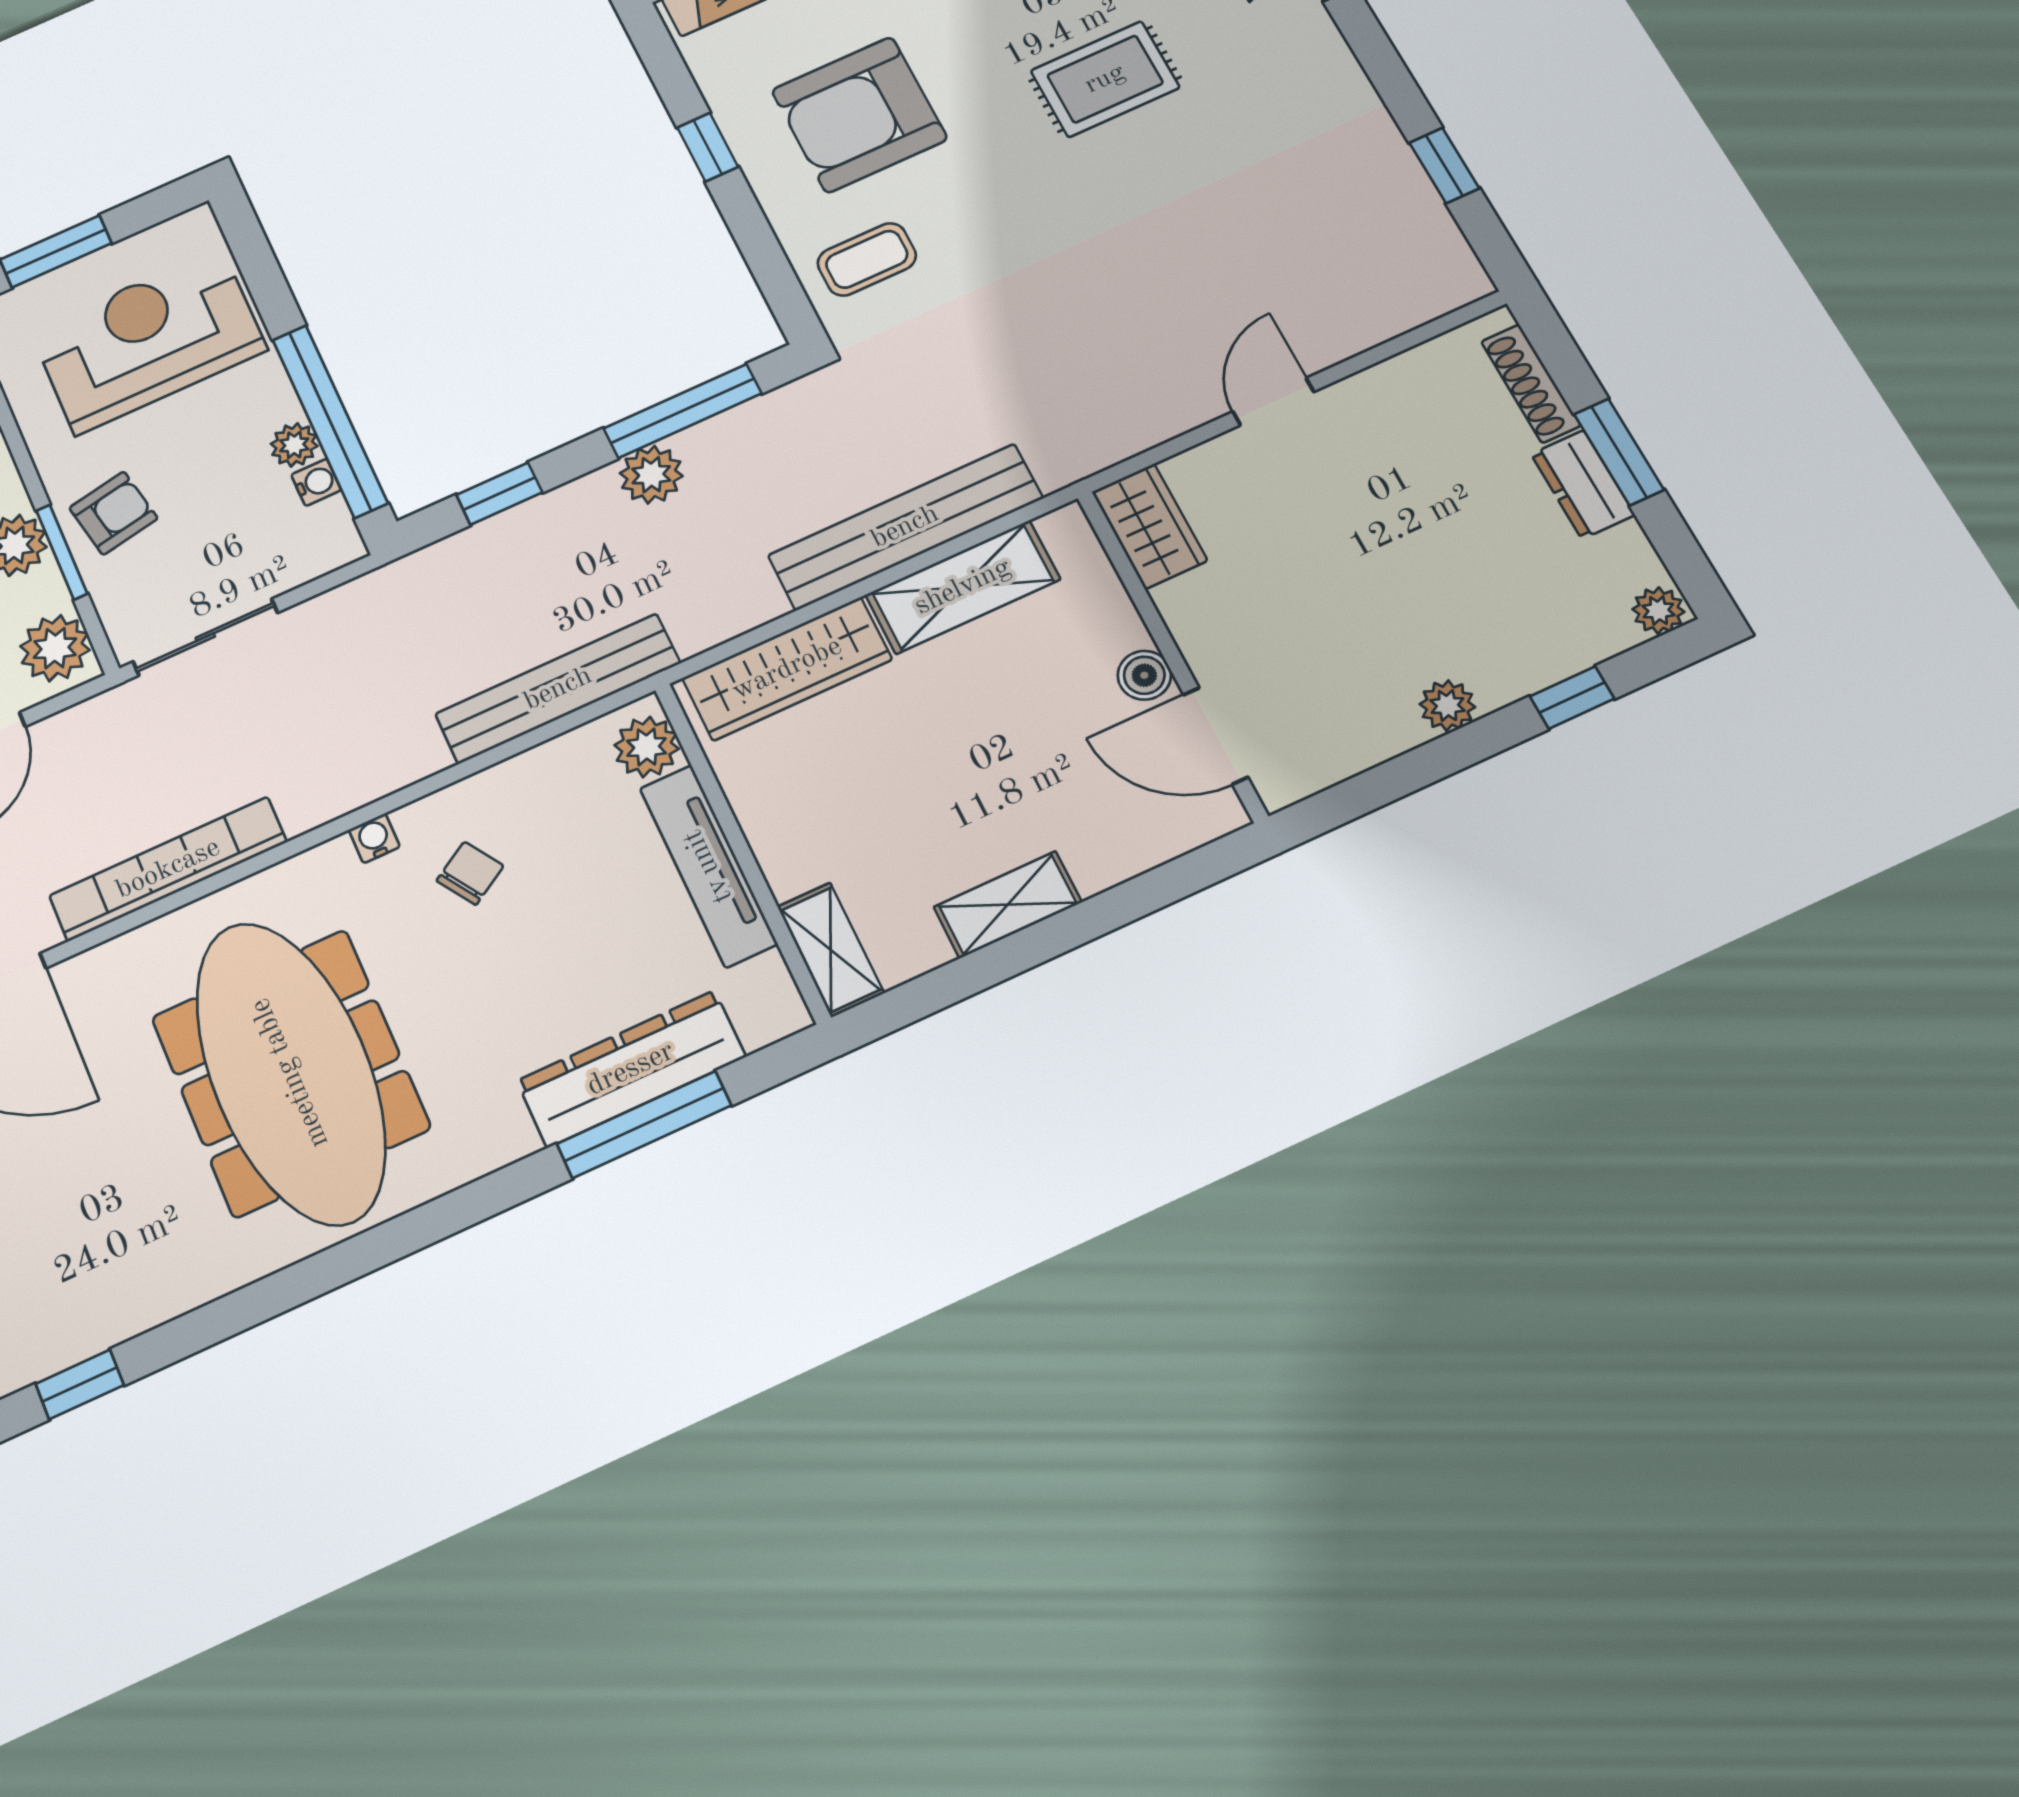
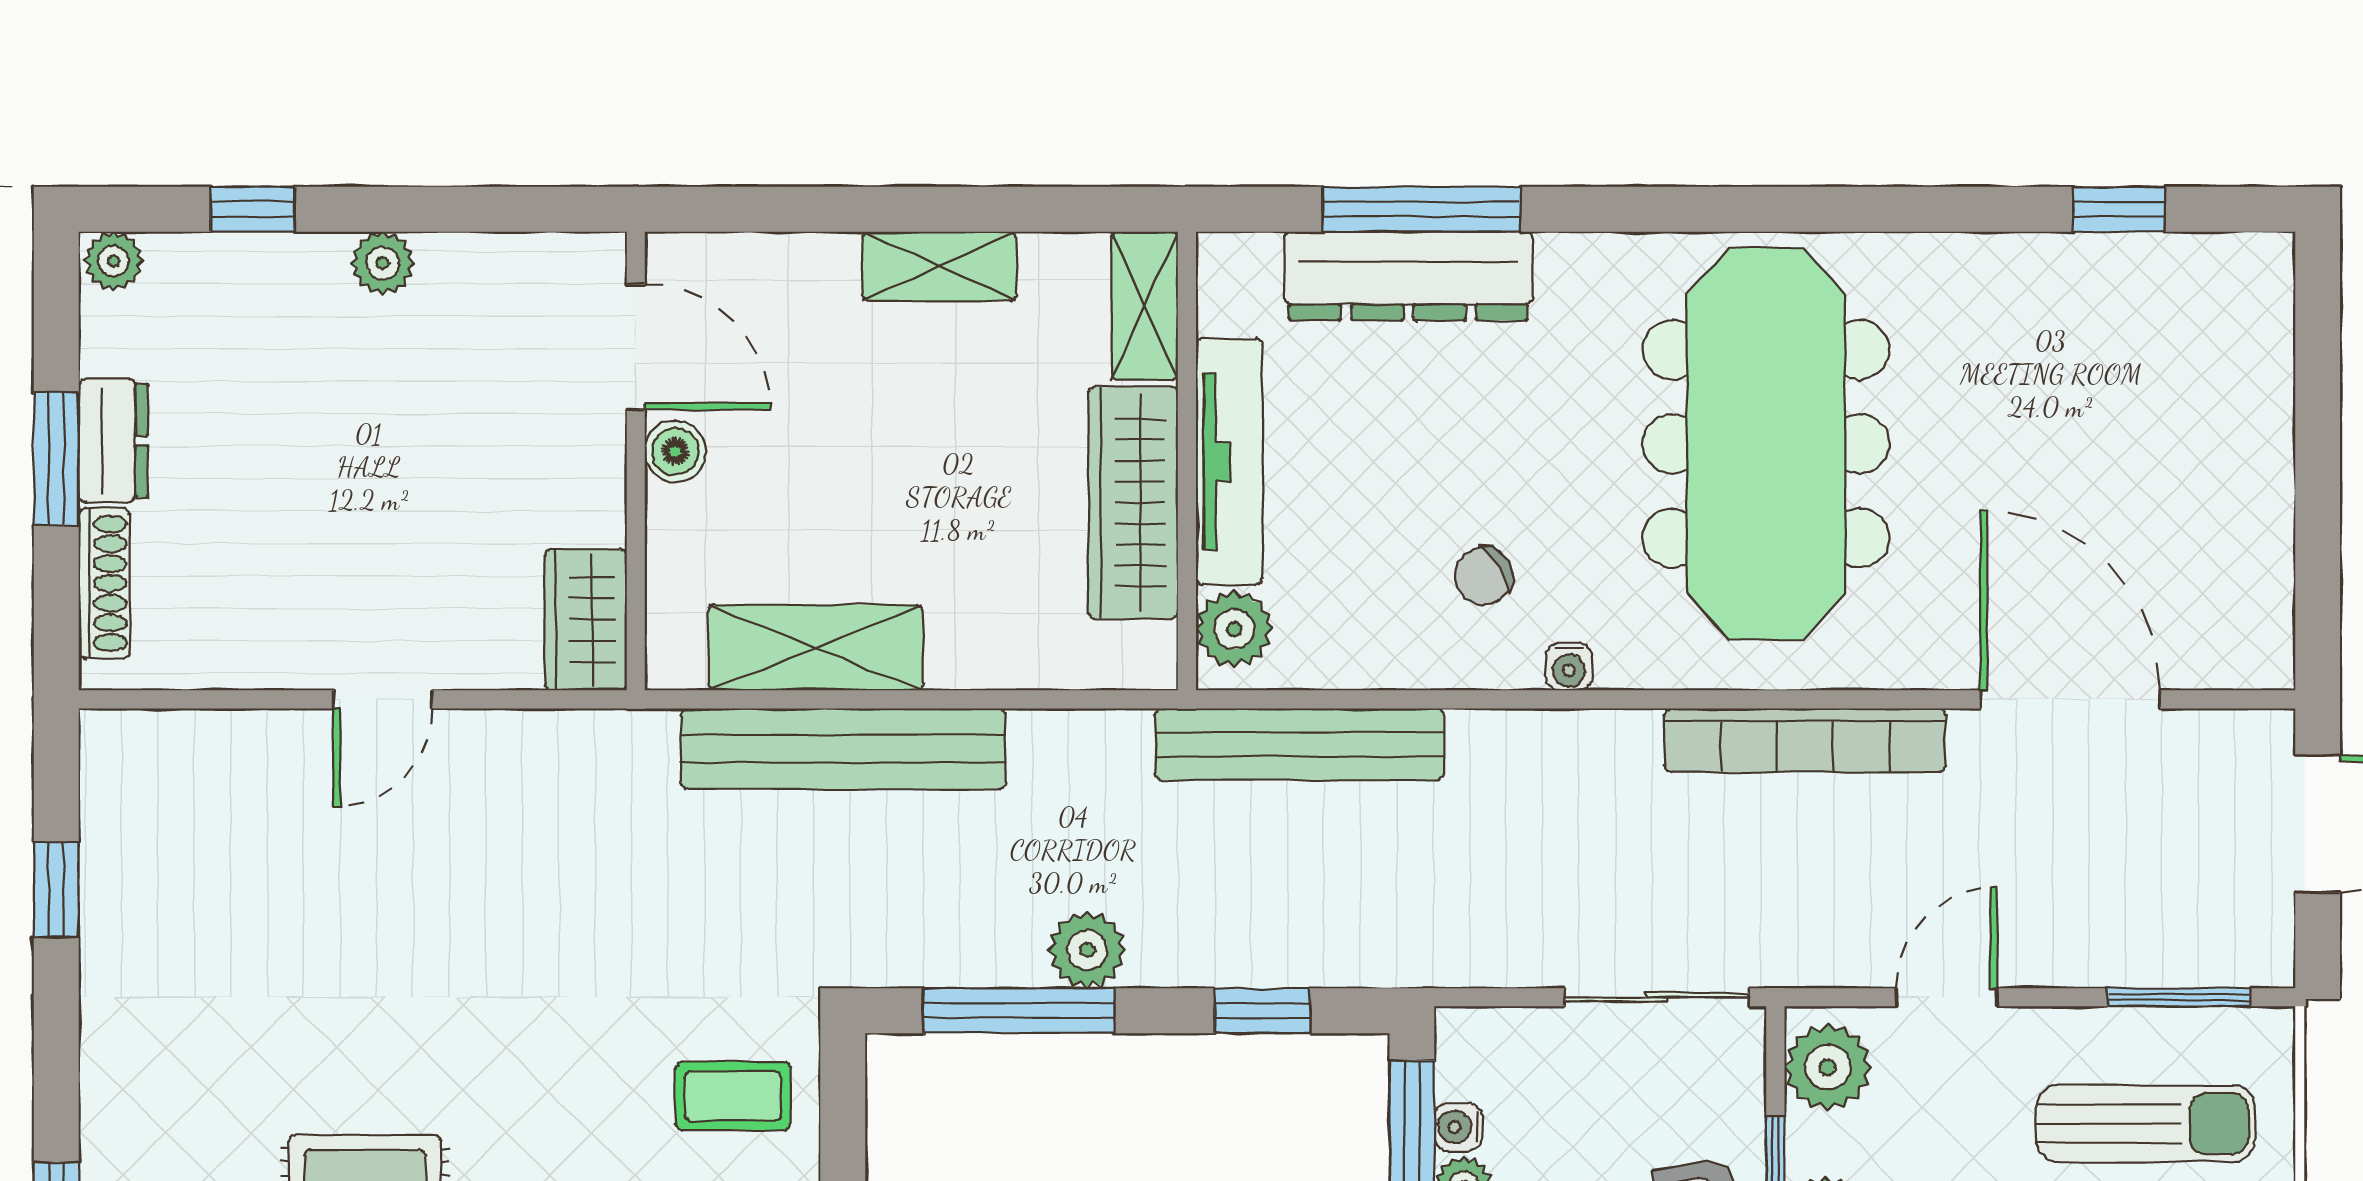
wardrobe: (787, 669) -> (1133, 503), moved, turned -90

